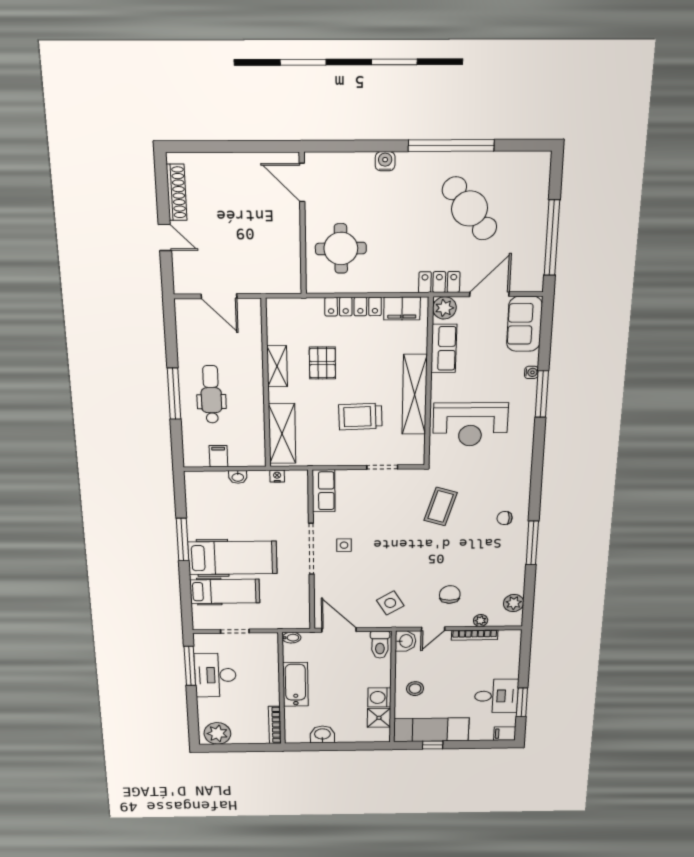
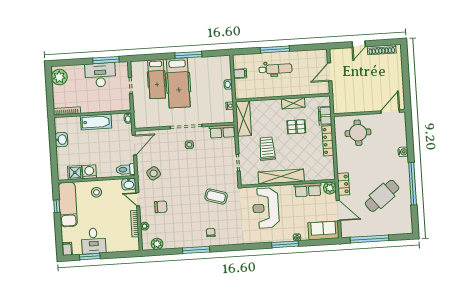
filing cabinet: (402, 309) -> (325, 116), moved
shelving: (282, 434) -> (243, 119), moved, turned 90

